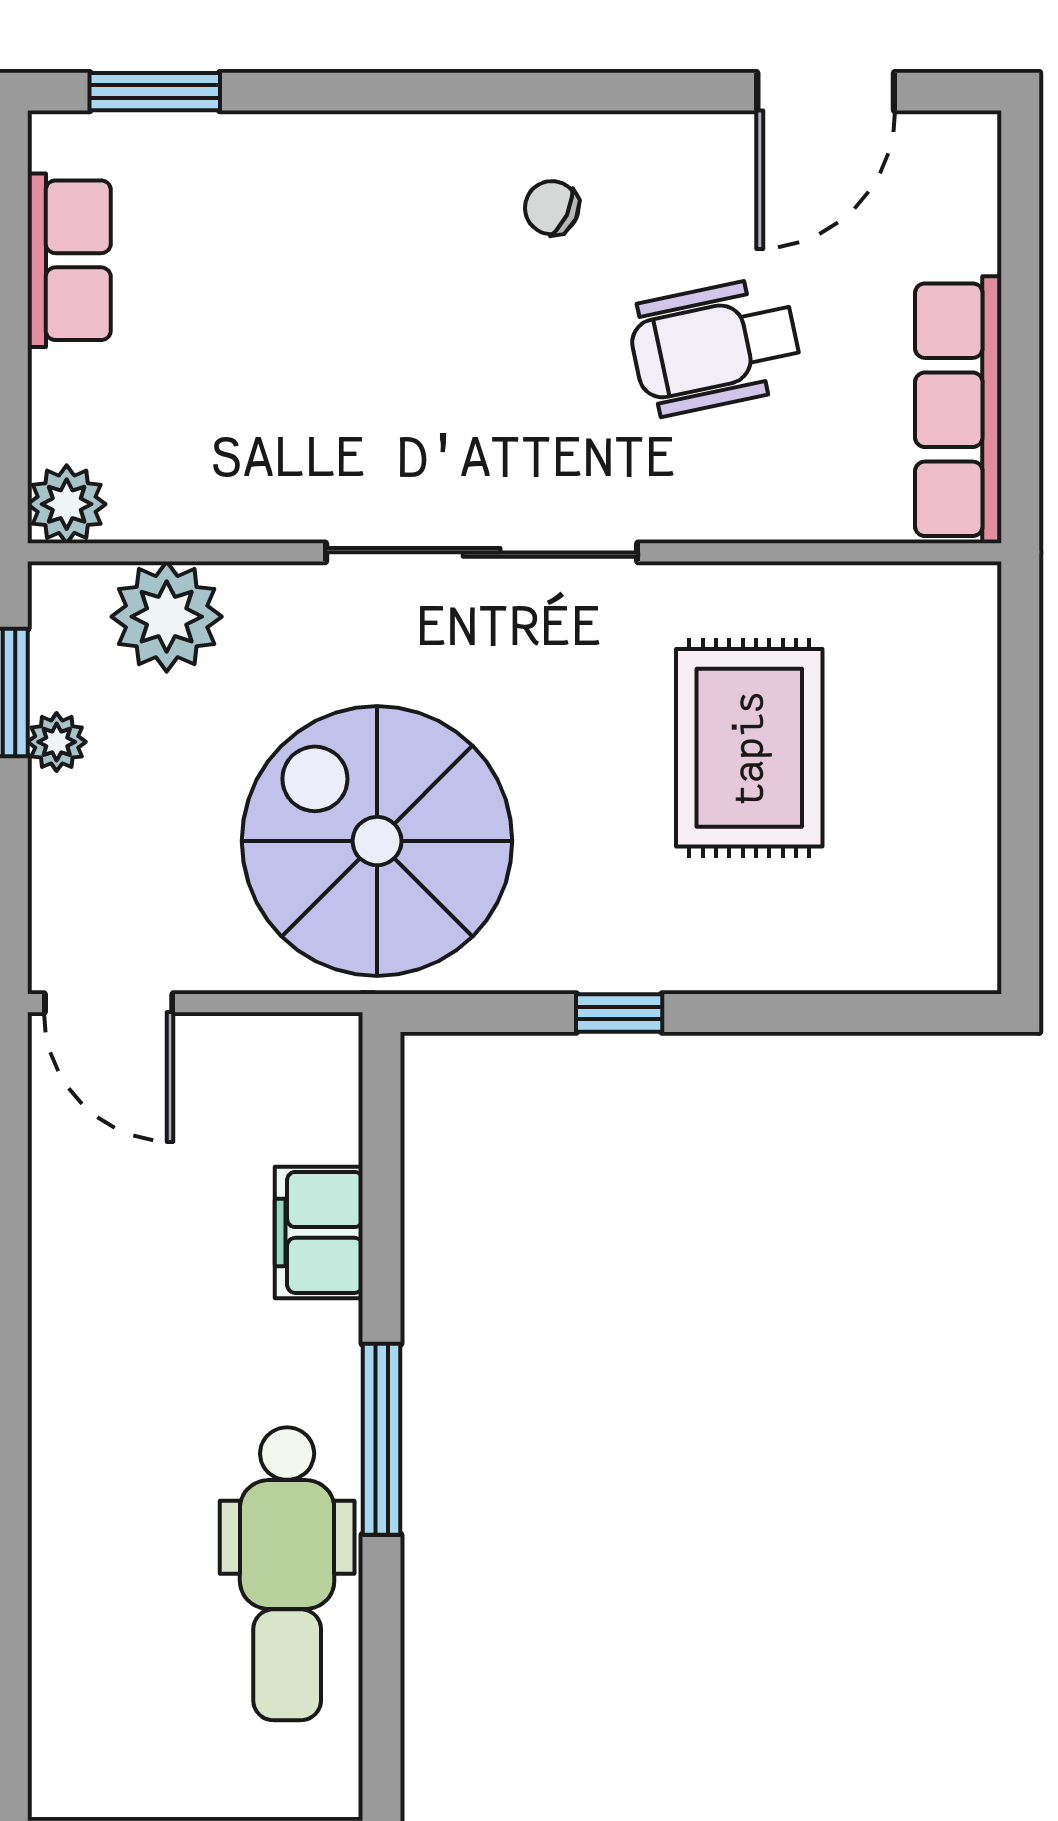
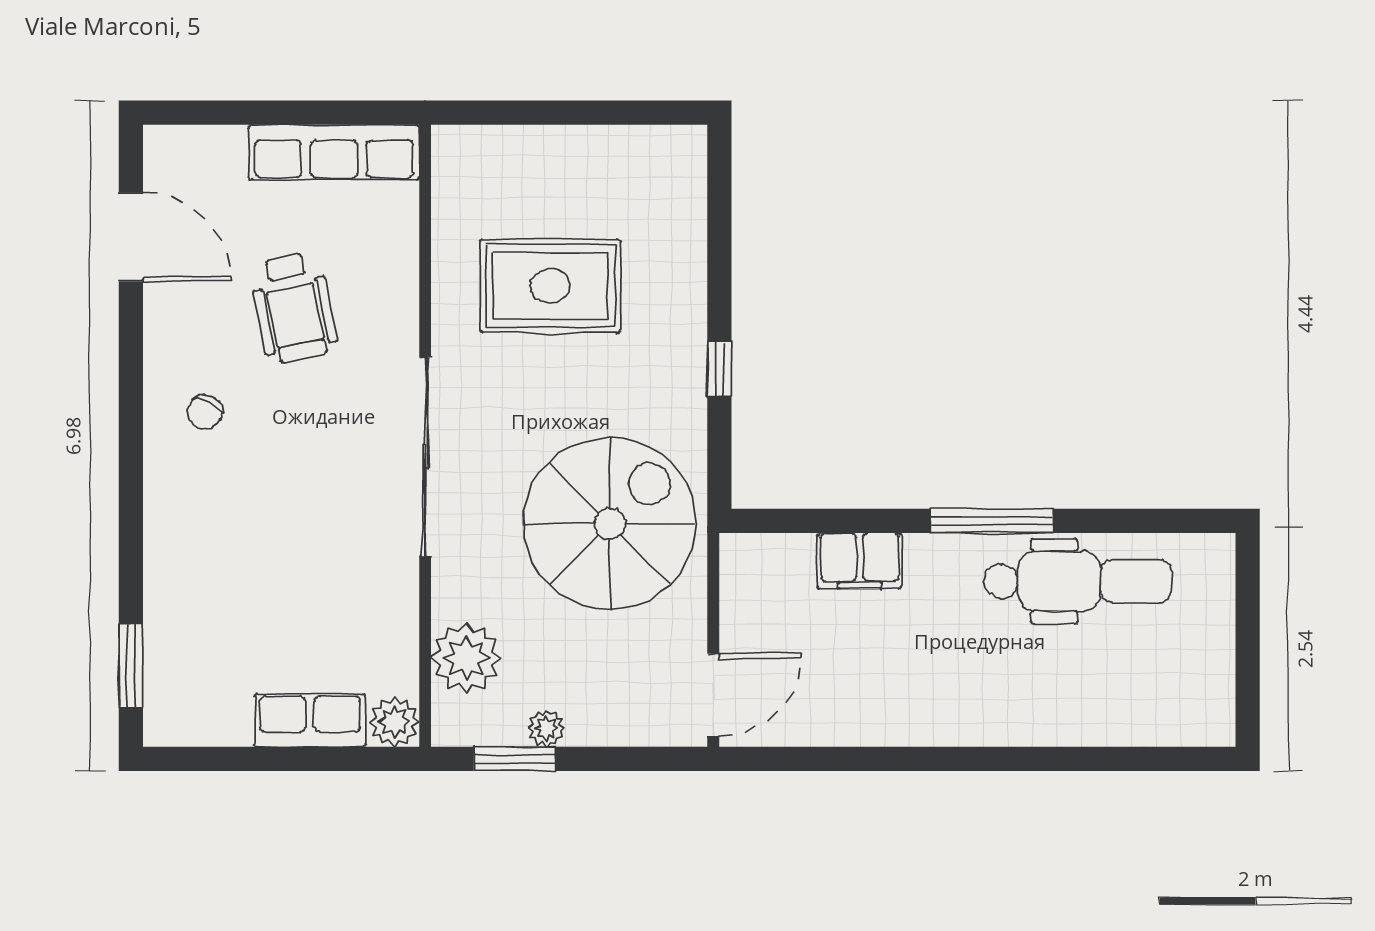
row of seats: (69, 260) -> (310, 720), moved
spiral stairs: (377, 841) -> (610, 524), turned 180

